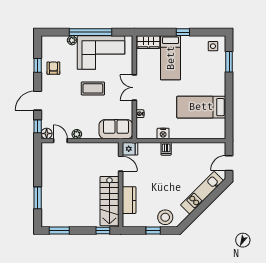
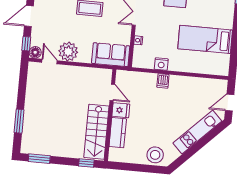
plant: (77, 134) -> (68, 52), width x1.88, depth x1.88
fridge: (130, 149) -> (121, 110), moved
window: (153, 231) -> (141, 168), removed

